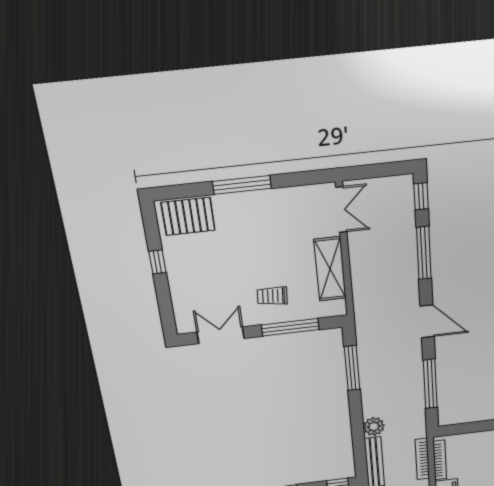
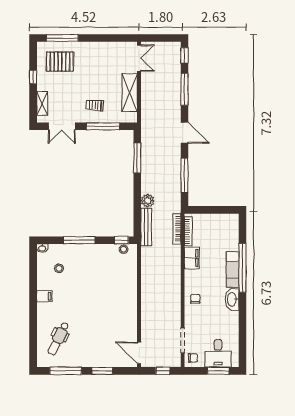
window: (242, 185) -> (62, 38), moved
pallet: (188, 216) -> (60, 62), moved
shelving: (181, 303) -> (42, 103), added
double door: (221, 335) -> (62, 126), swing flipped

